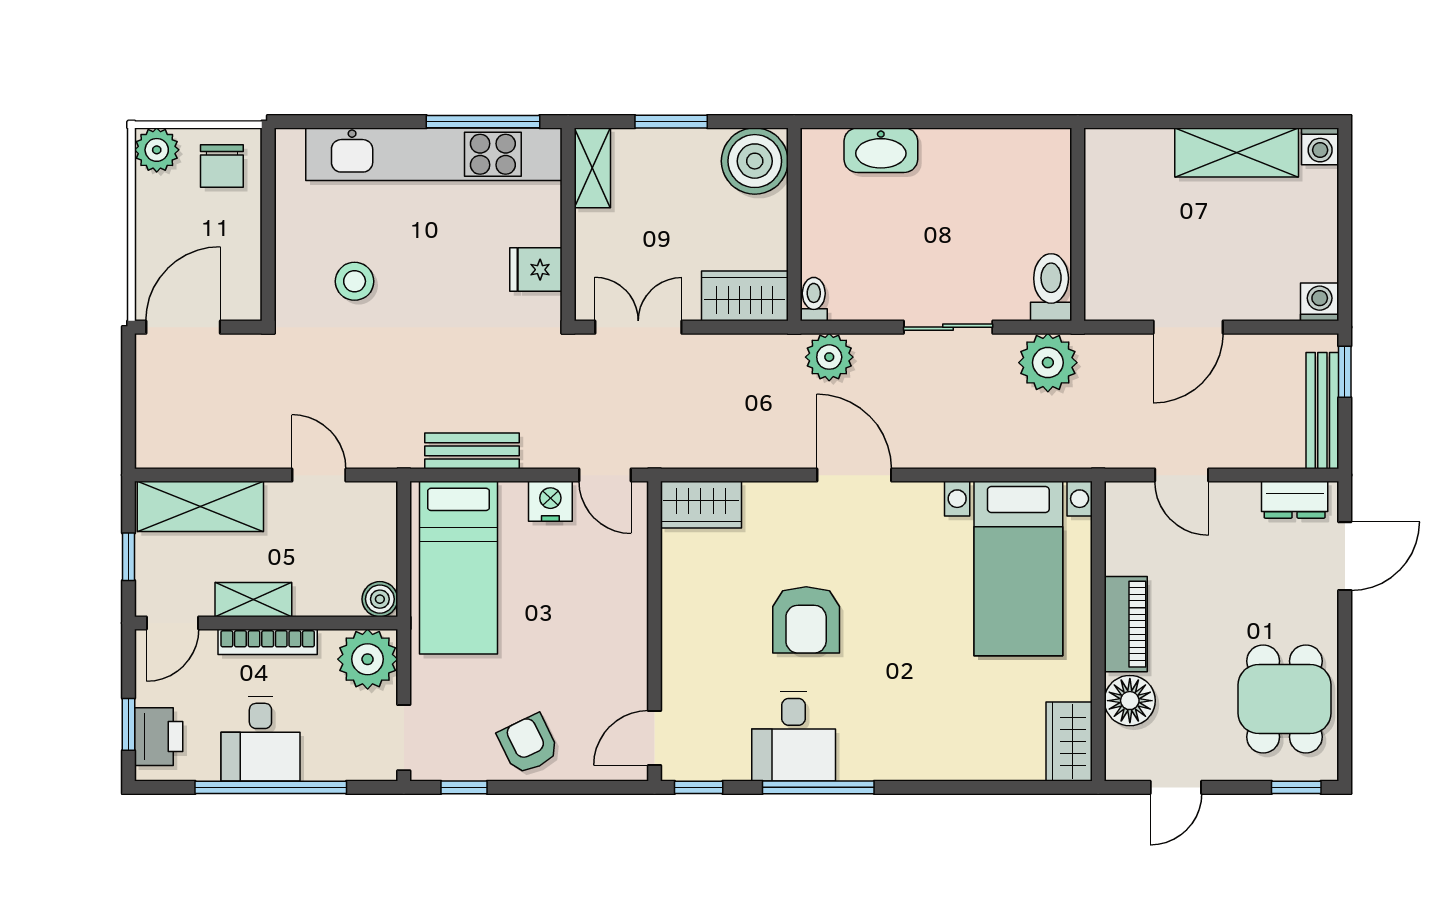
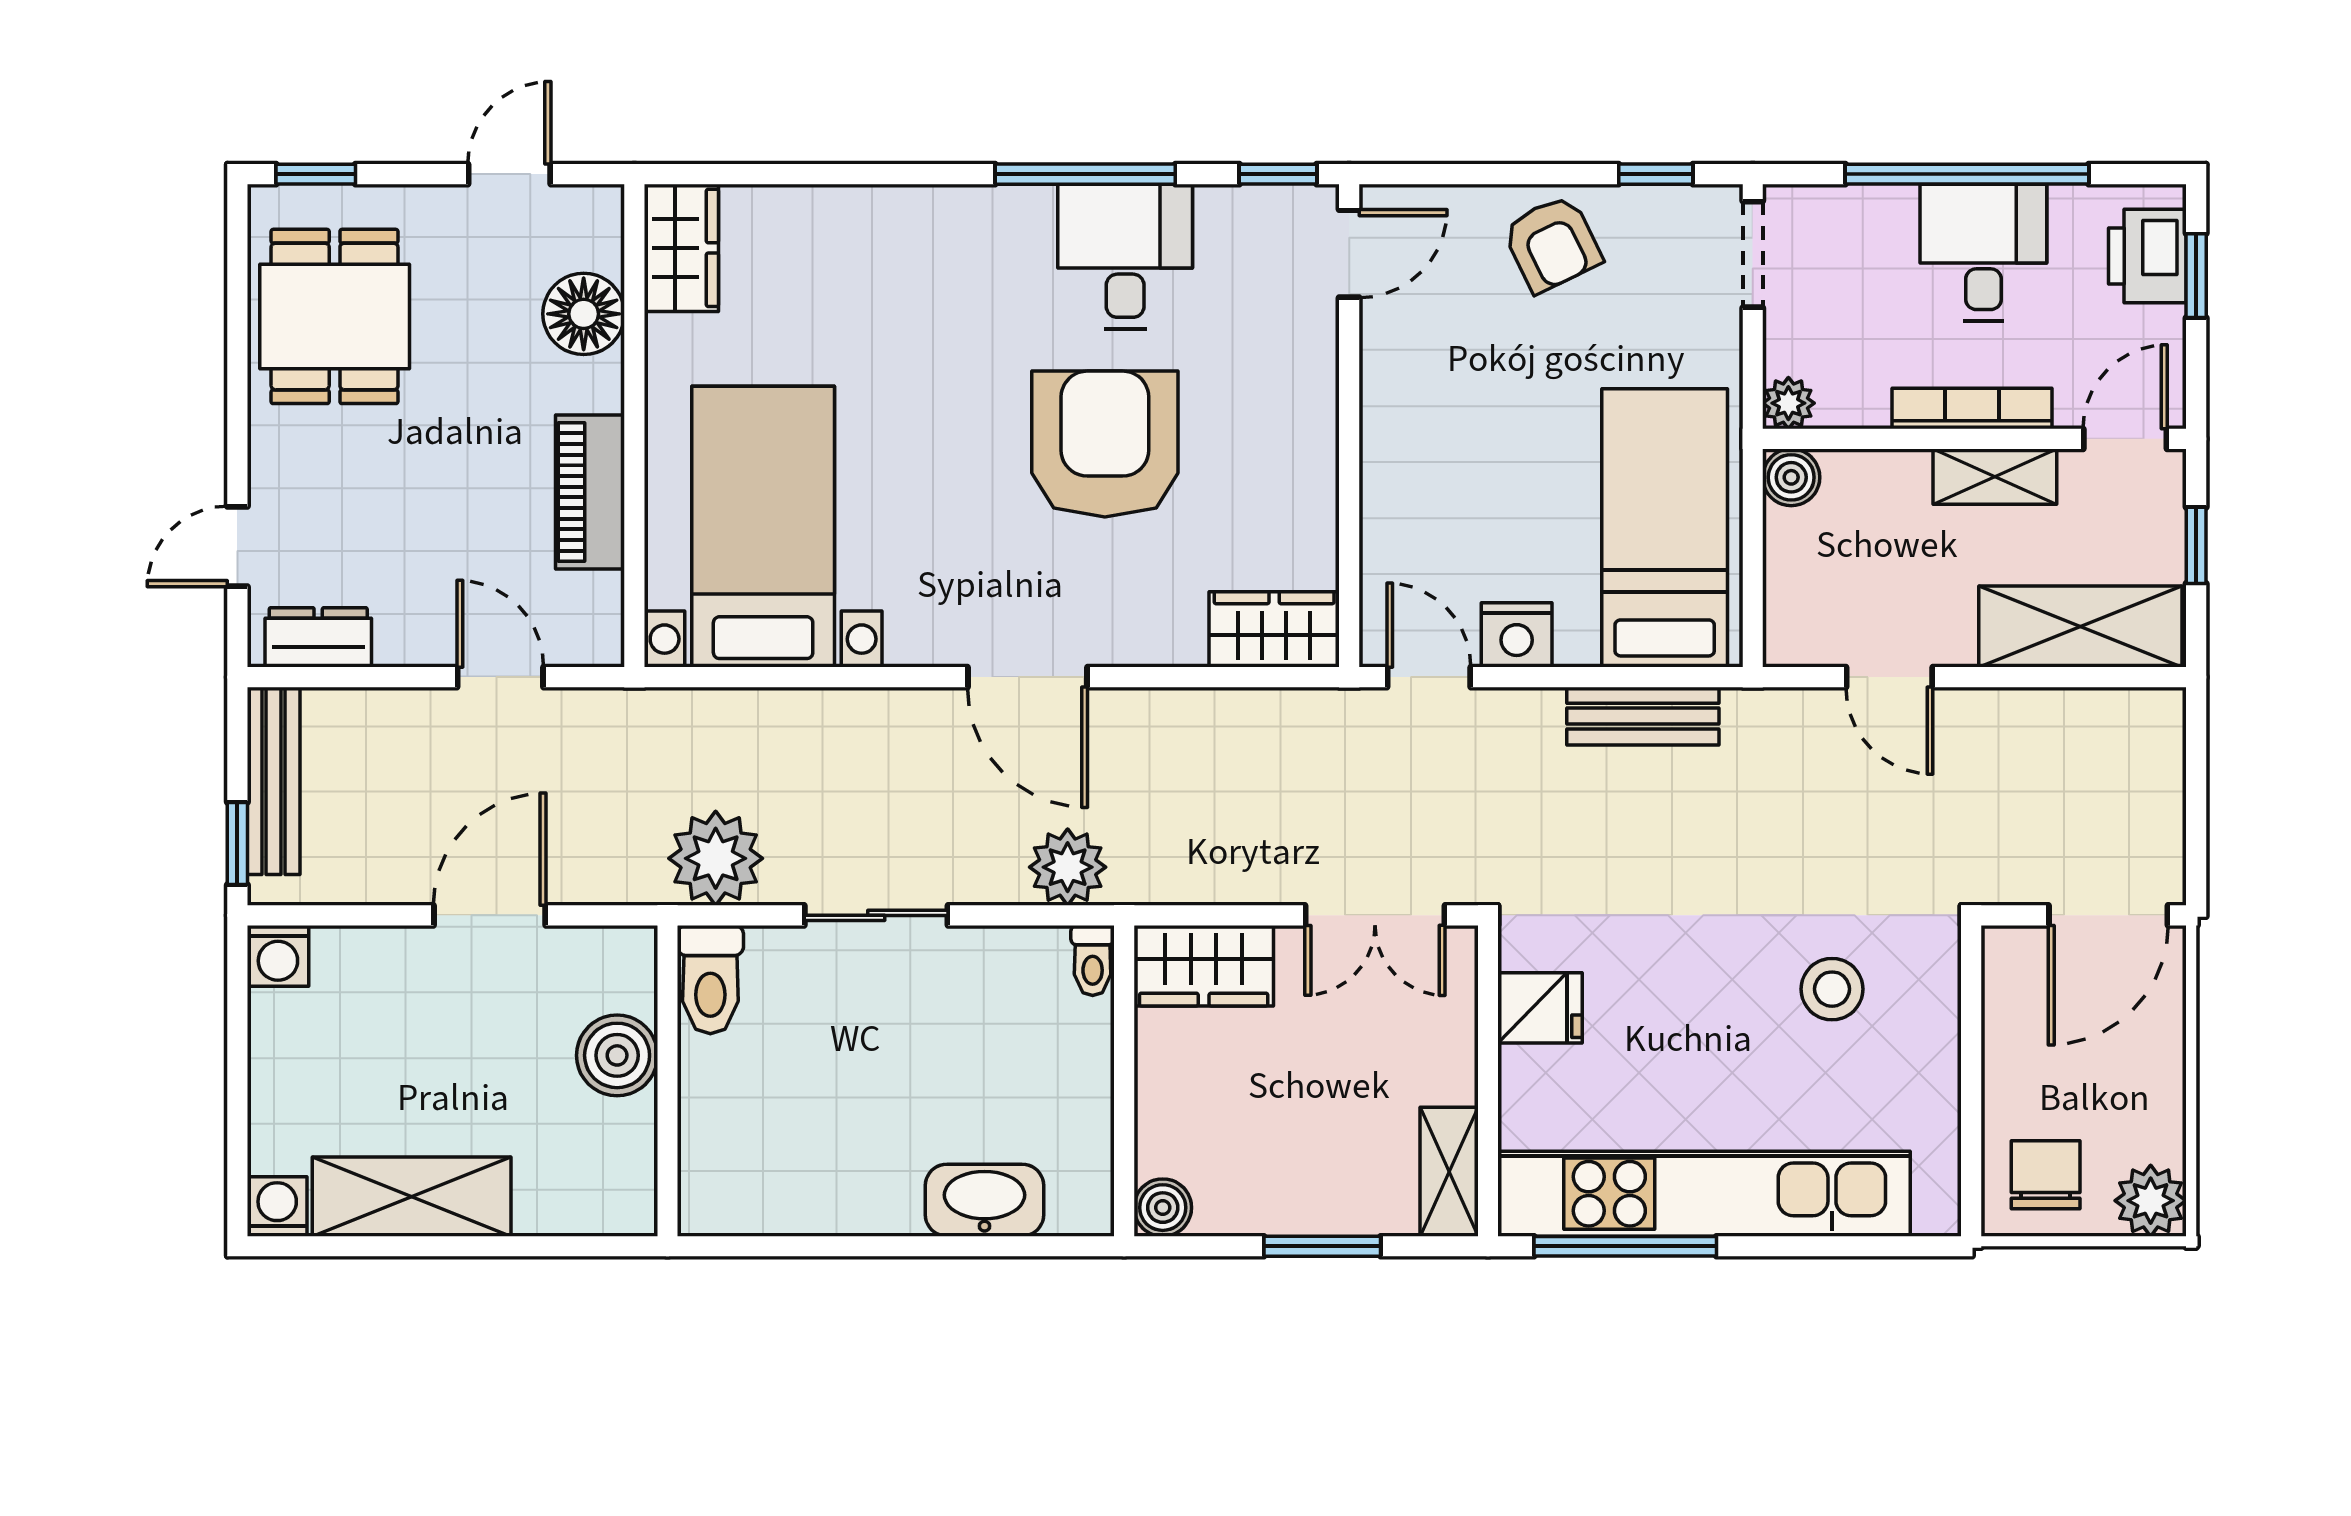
boiler: (755, 161) -> (1163, 1208), width x0.54, depth x0.54
boiler: (1109, 240) -> (617, 1055), added
door: (1345, 556) -> (237, 546), width x0.73
armchair: (806, 620) -> (1105, 444), width x1.36, depth x1.36
piano: (1126, 624) -> (590, 492), moved
plant: (368, 659) -> (1788, 403), width x0.53, depth x0.53

